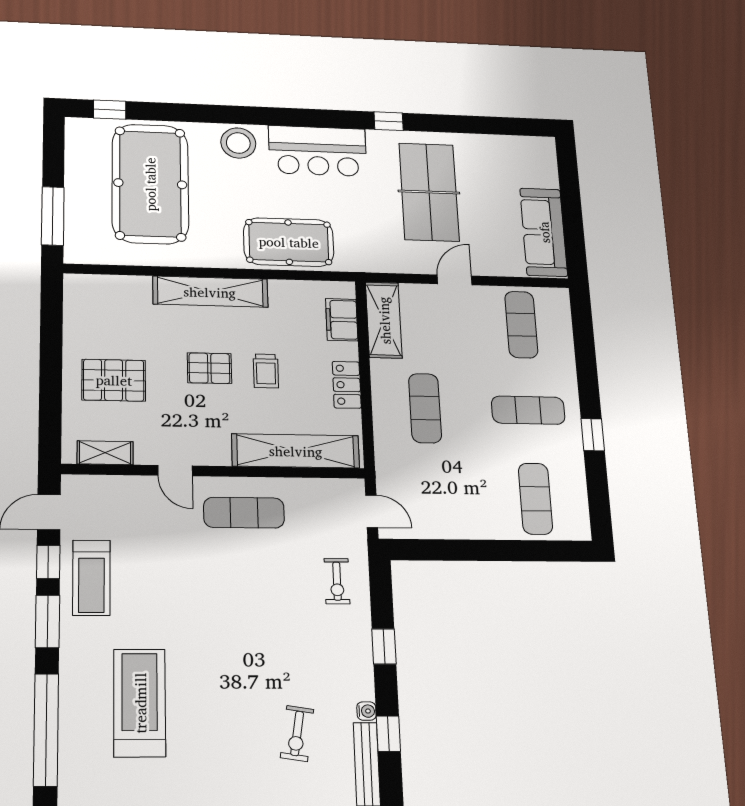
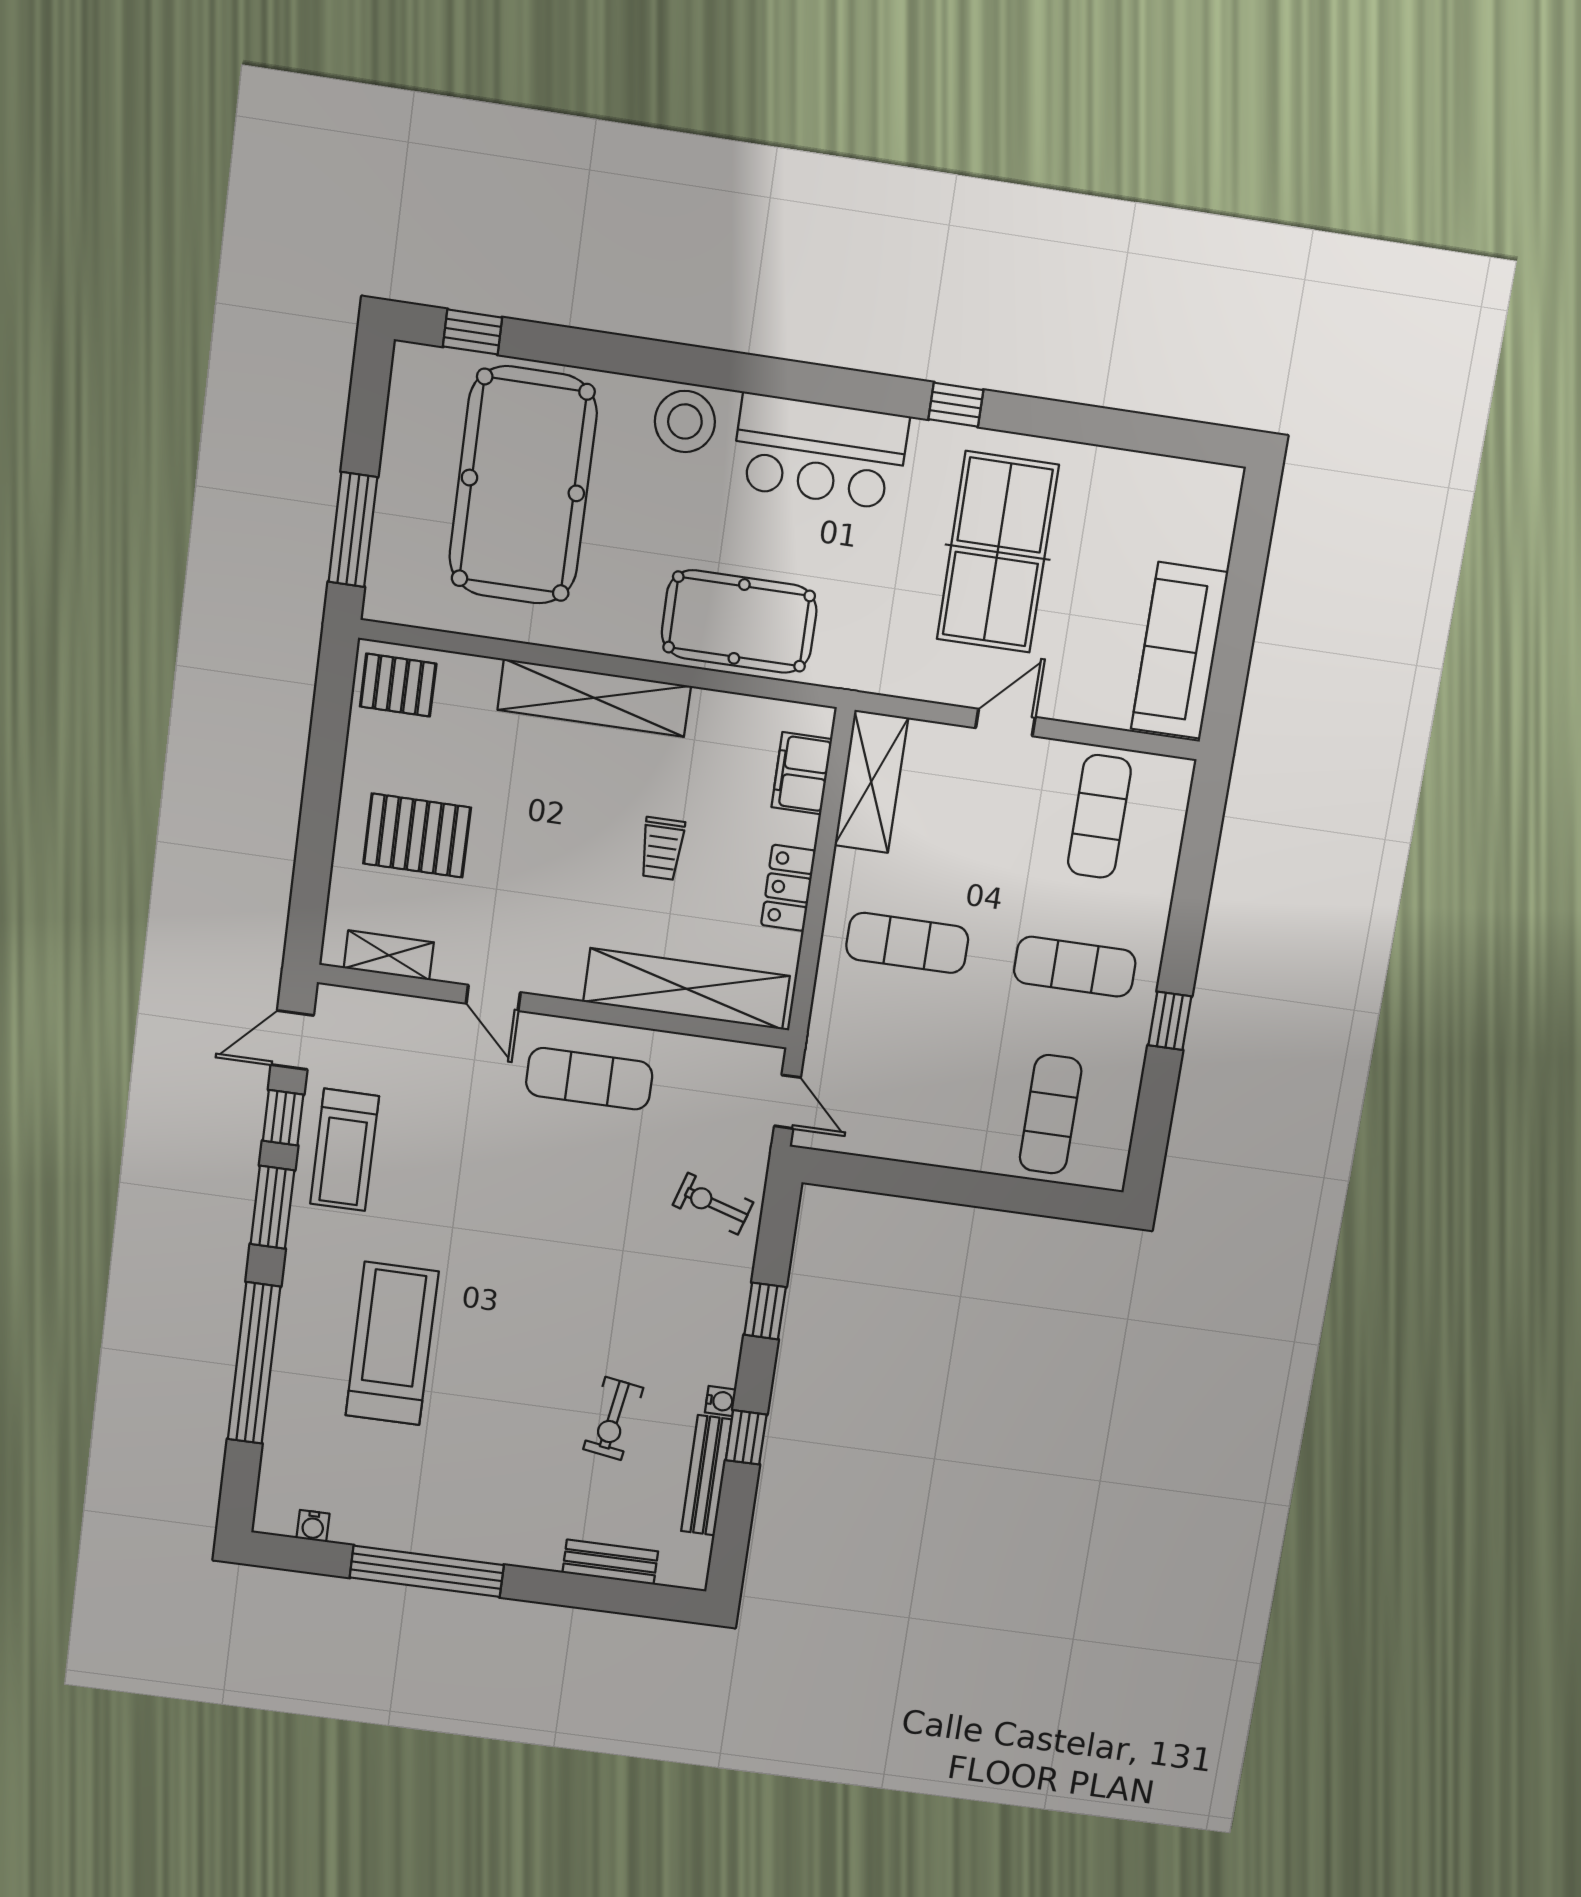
pallet: (209, 368) -> (398, 685), moved
exercise mat: (425, 408) -> (907, 943), turned 90
exercise bike: (337, 581) -> (713, 1204), turned 107

